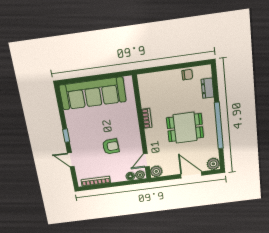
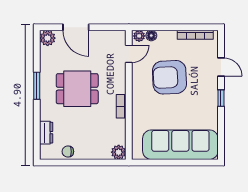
window: (219, 126) -> (37, 86), width x0.47
armchair: (111, 146) -> (169, 77), width x1.88, depth x1.88
plant: (156, 171) -> (119, 152), moved

